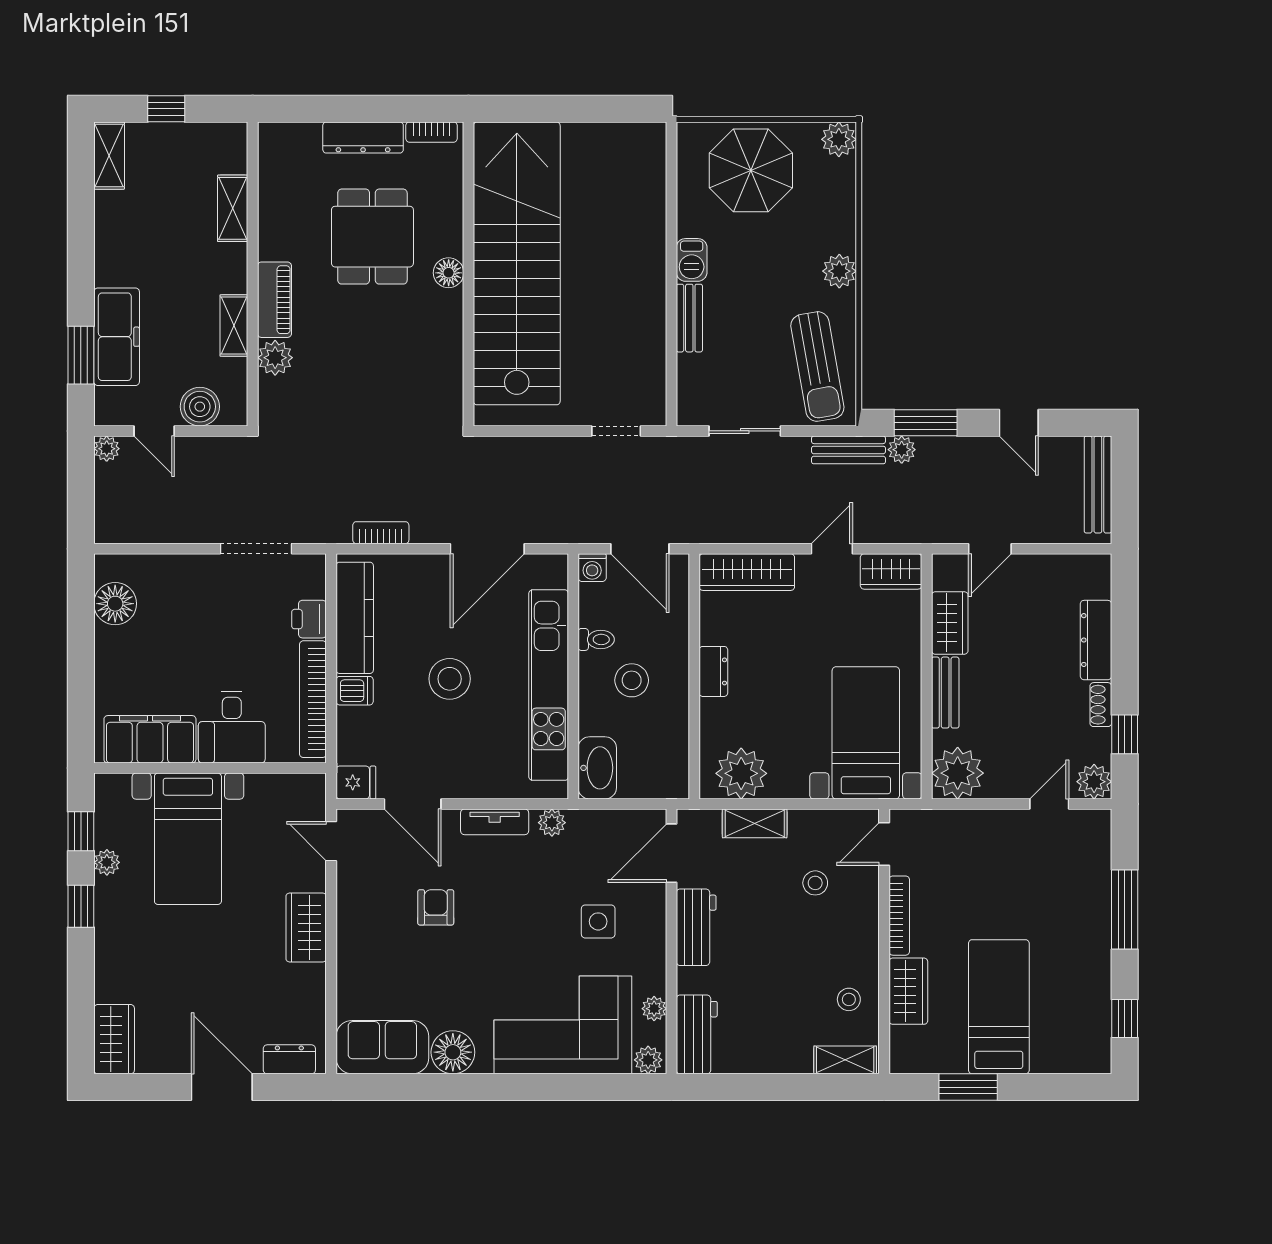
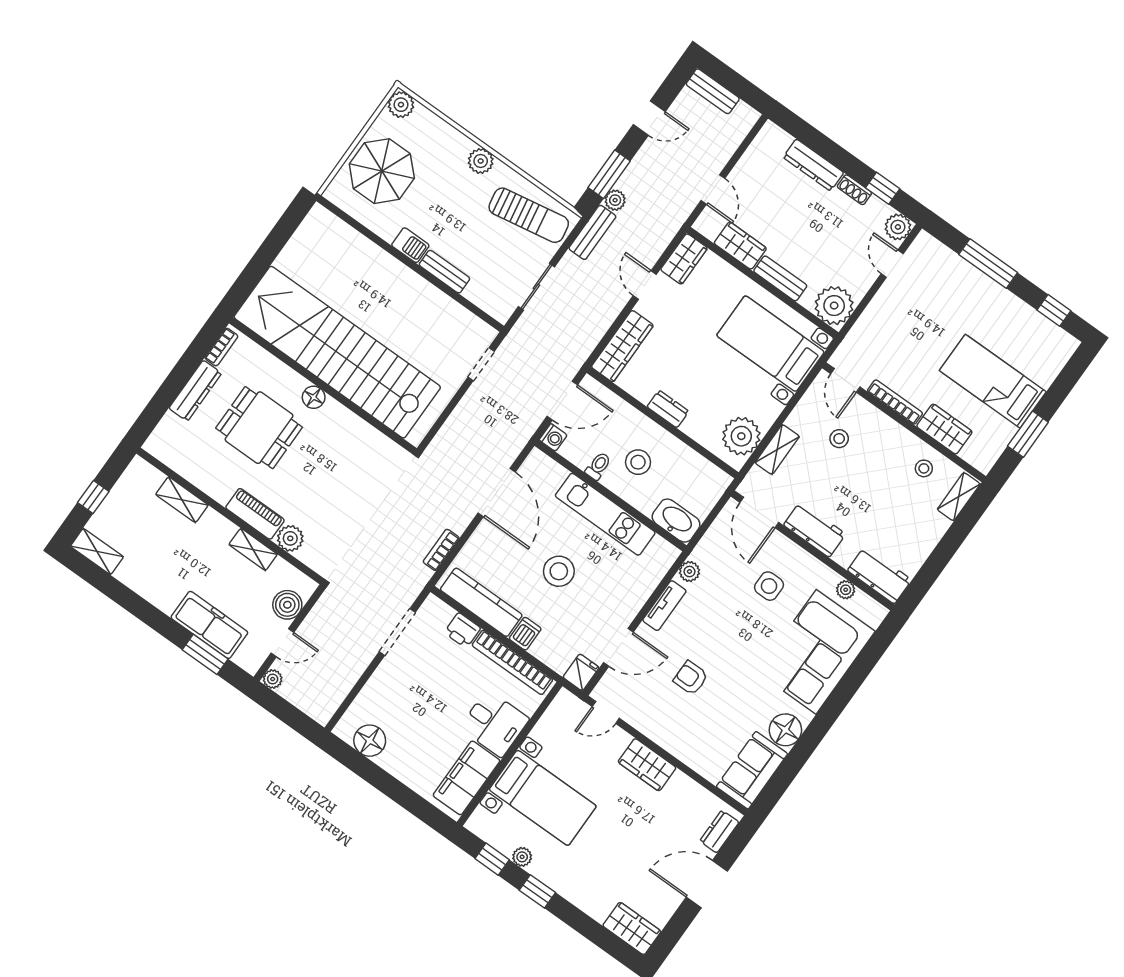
bench: (1098, 485) -> (713, 91), width x0.73
kitchen unit: (549, 685) -> (605, 514), width x0.73
plant: (648, 1060) -> (874, 615), removed

